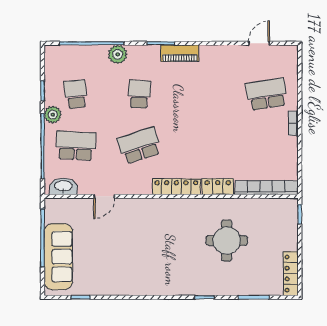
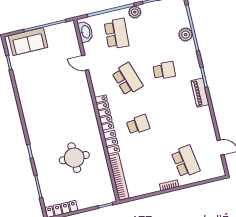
plant: (118, 54) -> (186, 35), moved
school desk: (76, 94) -> (138, 125), moved
sofa: (58, 257) -> (28, 42), width x0.73

